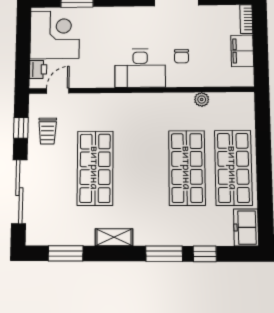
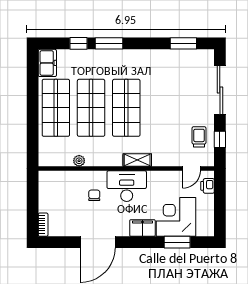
corner desk: (55, 35) -> (176, 217), moved, turned 90
filing cabinet: (242, 51) -> (142, 228), moved, turned -90
shop shelf: (95, 168) -> (126, 108), moved
shelving: (114, 237) -> (137, 160), moved

